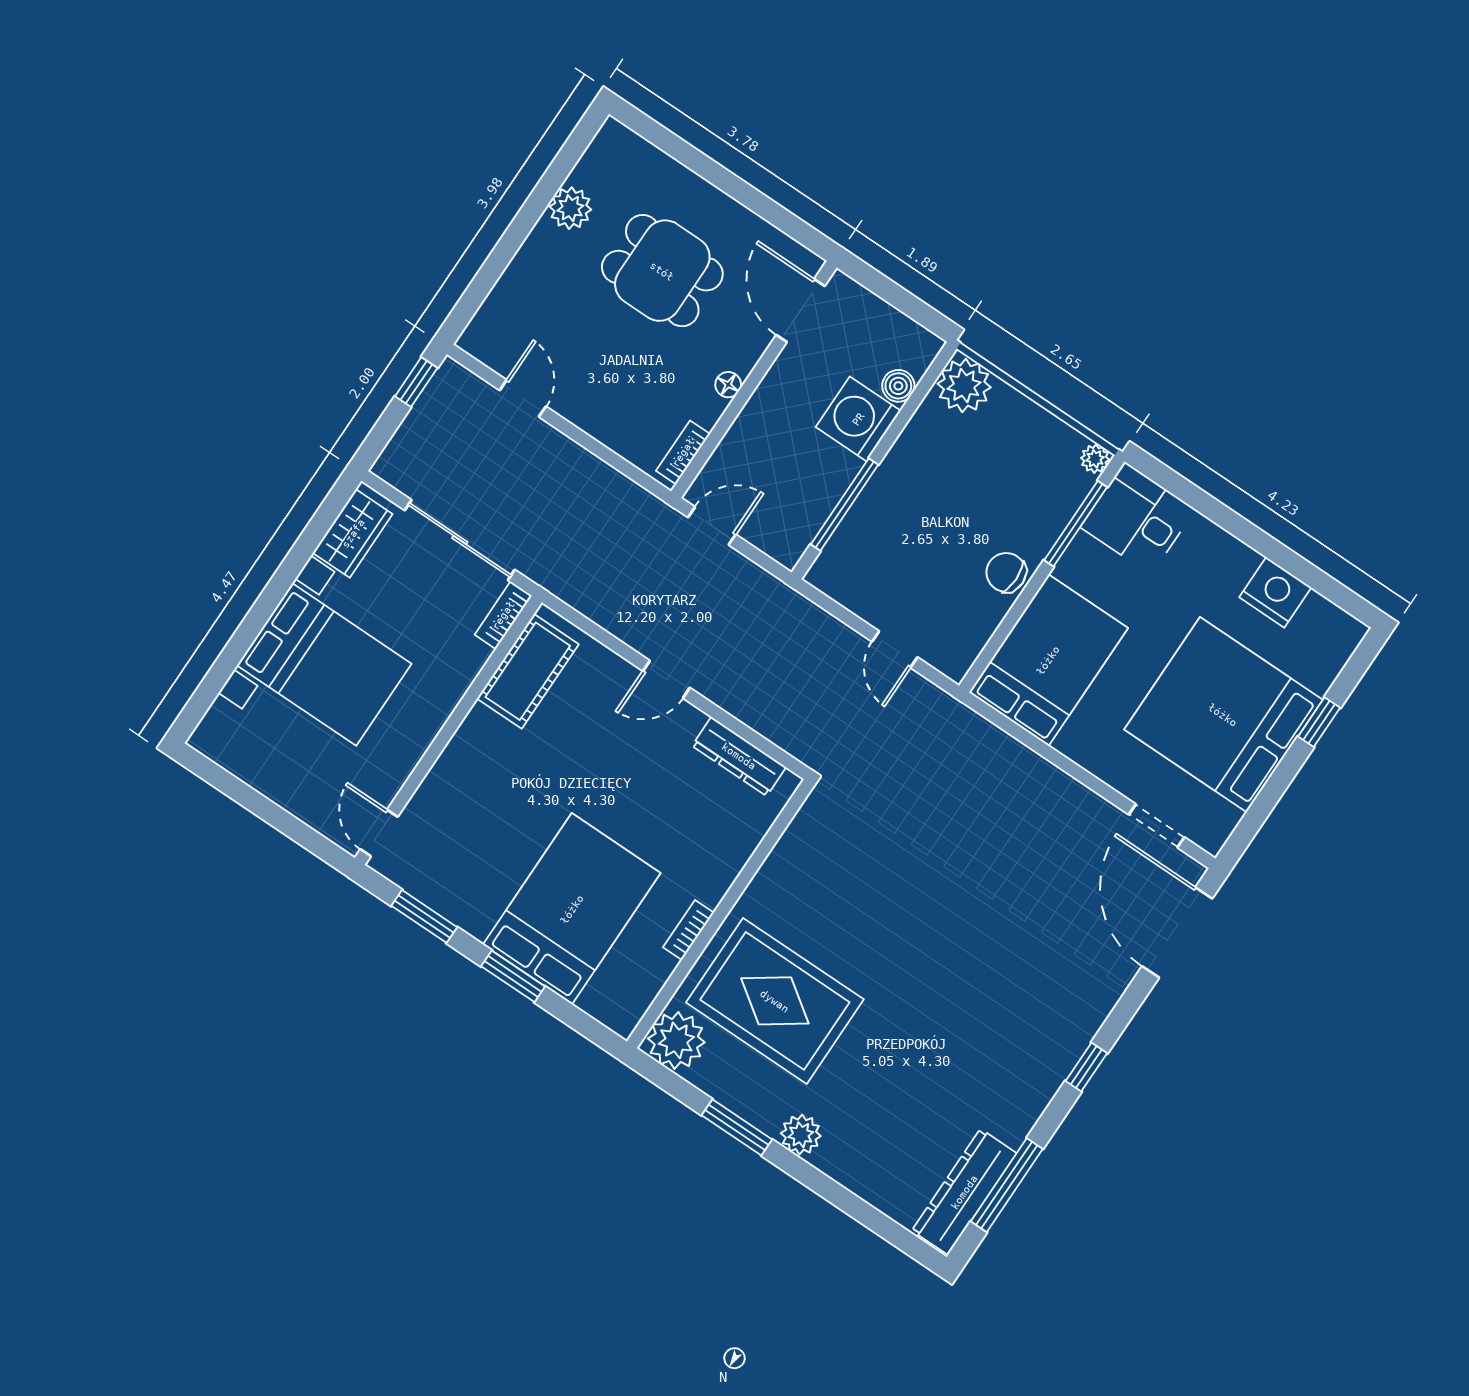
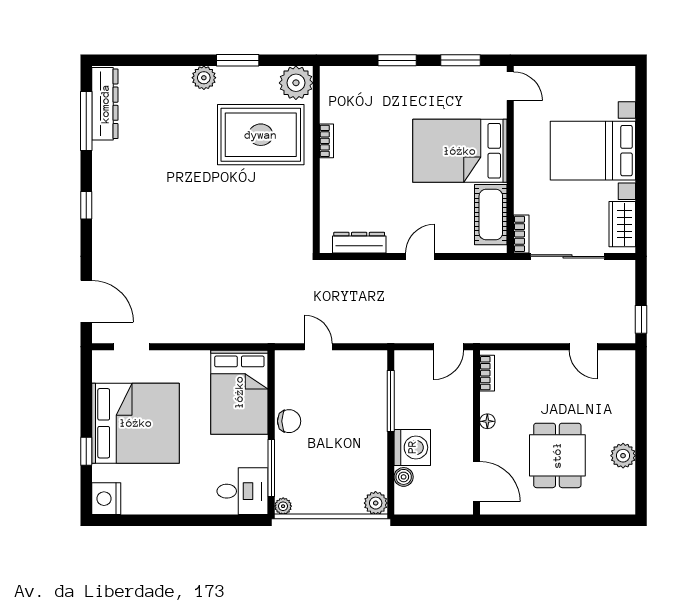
dining table: (662, 271) -> (557, 455), turned 90
plant: (964, 386) -> (376, 503), width x0.73, depth x0.73
nightstand: (1275, 592) -> (106, 499), moved, turned 90
bed: (572, 909) -> (460, 151), moved, turned 90
door: (1177, 932) -> (86, 301), width x0.73

